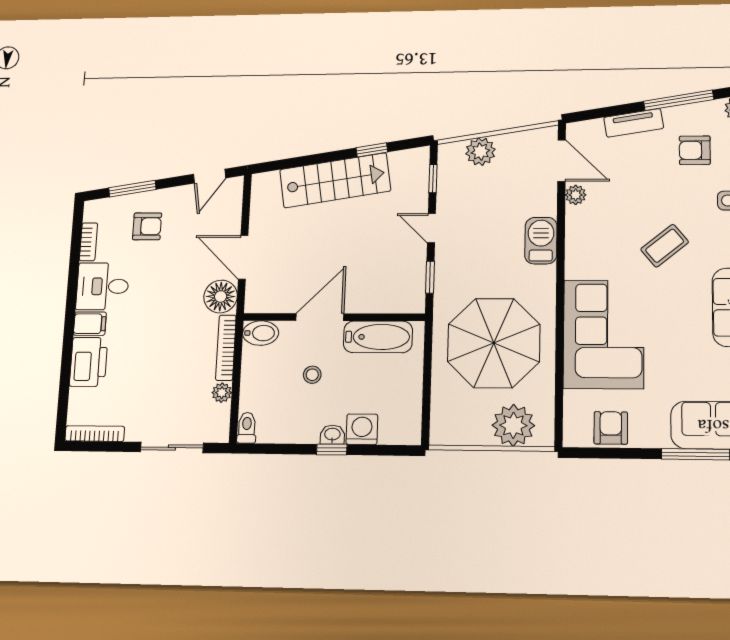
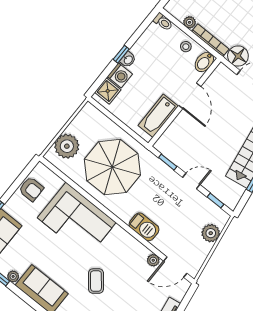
stool: (312, 375) -> (186, 47), moved
shower: (395, 429) -> (108, 91), added

